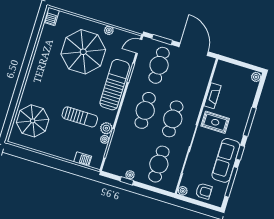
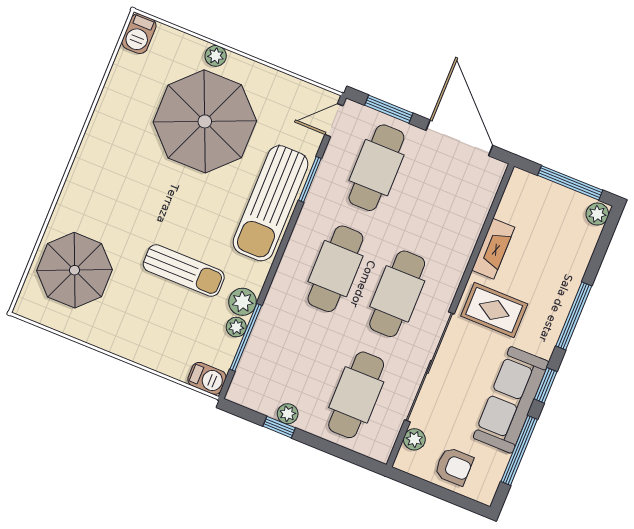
plant: (109, 30) -> (216, 56), moved
window: (243, 64) -> (570, 183), added
sun lounger: (115, 85) -> (271, 203), turned 180
barbecue: (83, 159) -> (207, 378), moved
plant: (183, 191) -> (414, 439), moved

